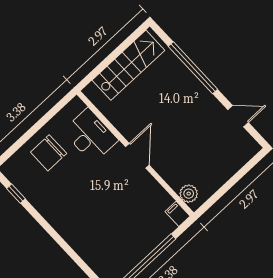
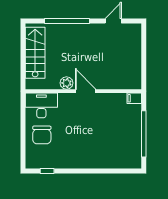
desk: (90, 136) -> (41, 105), moved
plant: (189, 194) -> (66, 83), moved

